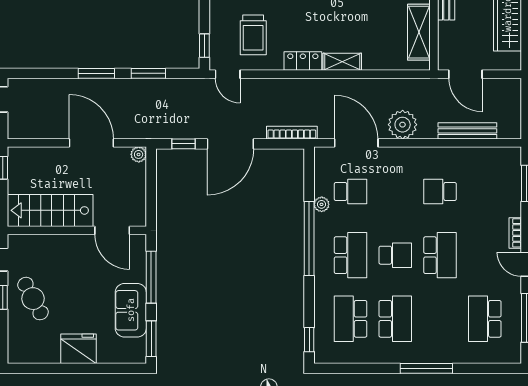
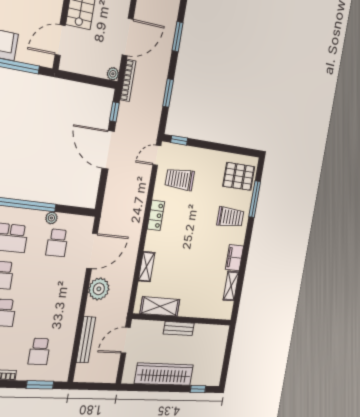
shelving: (342, 62) -> (147, 267), moved
window: (96, 73) -> (178, 37), moved
bookcase: (292, 133) -> (128, 80), moved
school desk: (440, 192) -> (39, 351), moved, turned 180

